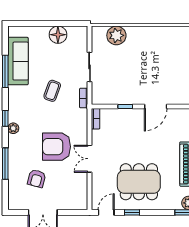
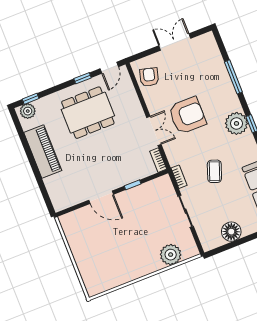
door: (156, 106) -> (101, 197), swing flipped
plant: (13, 128) -> (236, 123), width x1.88, depth x1.88
double door: (90, 159) -> (154, 131), moved
armchair: (37, 179) -> (149, 77), moved

